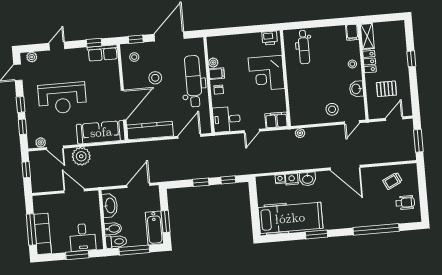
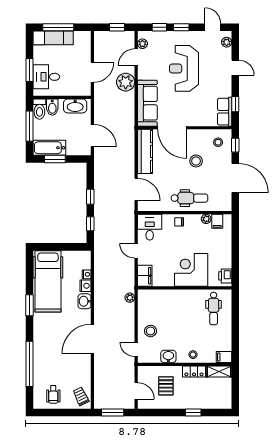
dental chair: (304, 47) -> (214, 308), turned -90
filing cabinet: (217, 74) -> (217, 221), moved
dental chair: (194, 81) -> (189, 198), width x0.73, depth x0.72
trolley: (392, 181) -> (81, 396), moved

